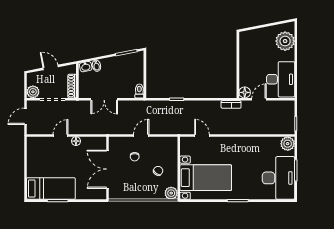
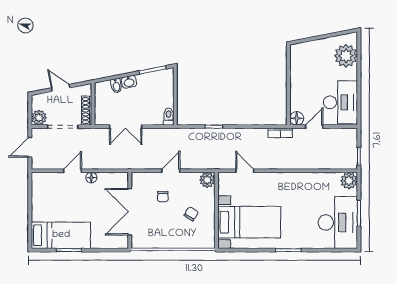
washbasin: (86, 67) -> (129, 82), moved
plant: (171, 193) -> (207, 180), moved

